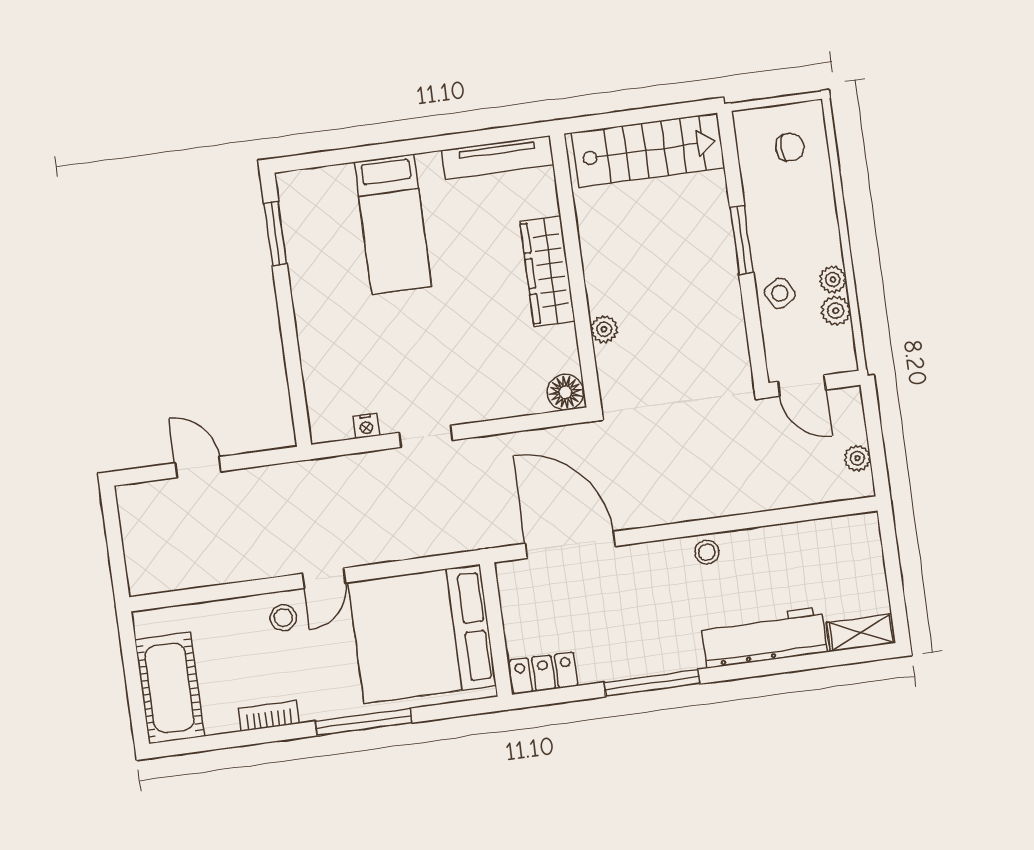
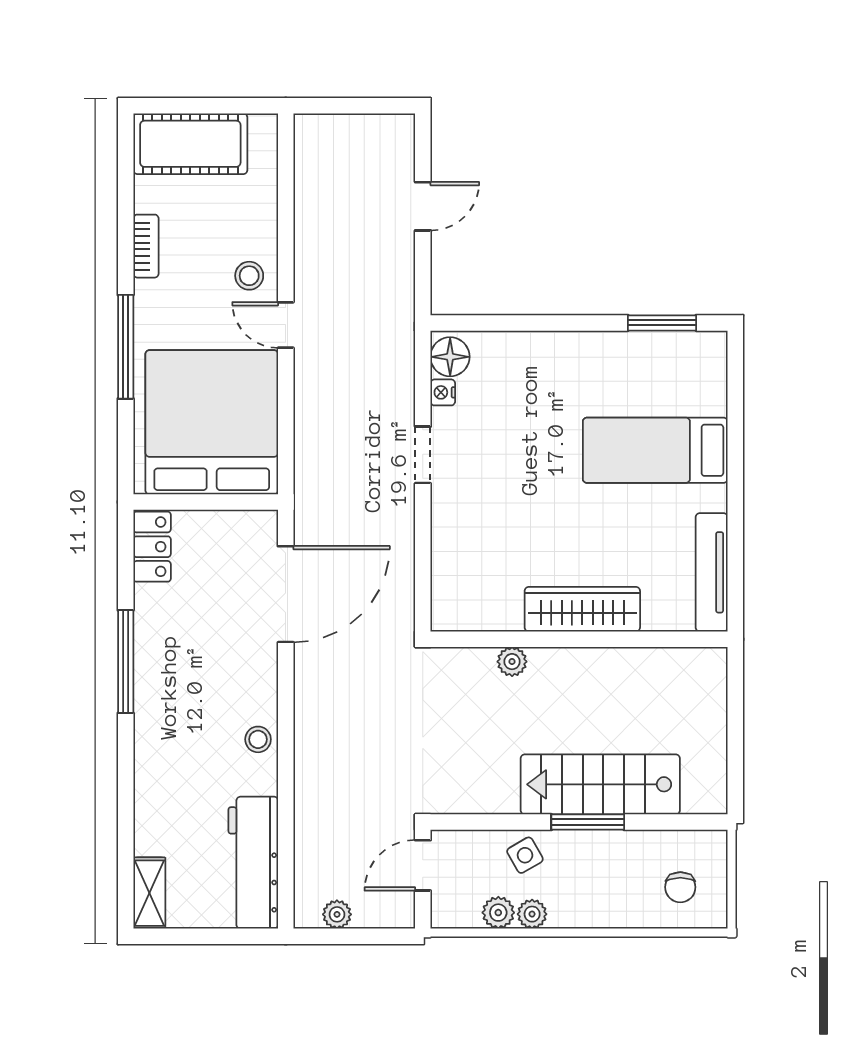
stairs: (648, 150) -> (600, 784), moved, turned 90
floor lamp: (565, 392) -> (450, 357), moved
workbench: (764, 638) -> (253, 863), moved, turned 180

